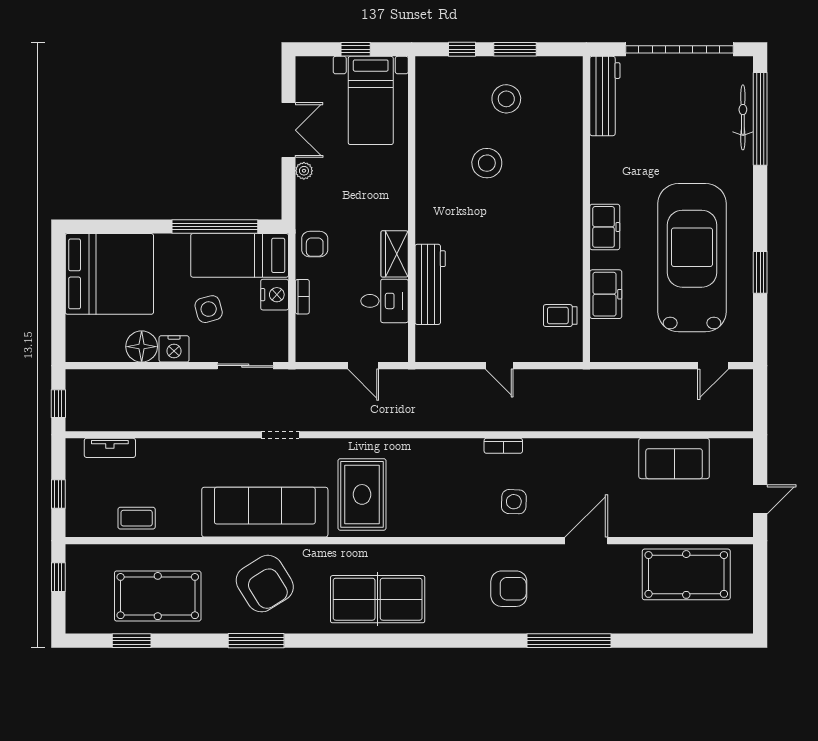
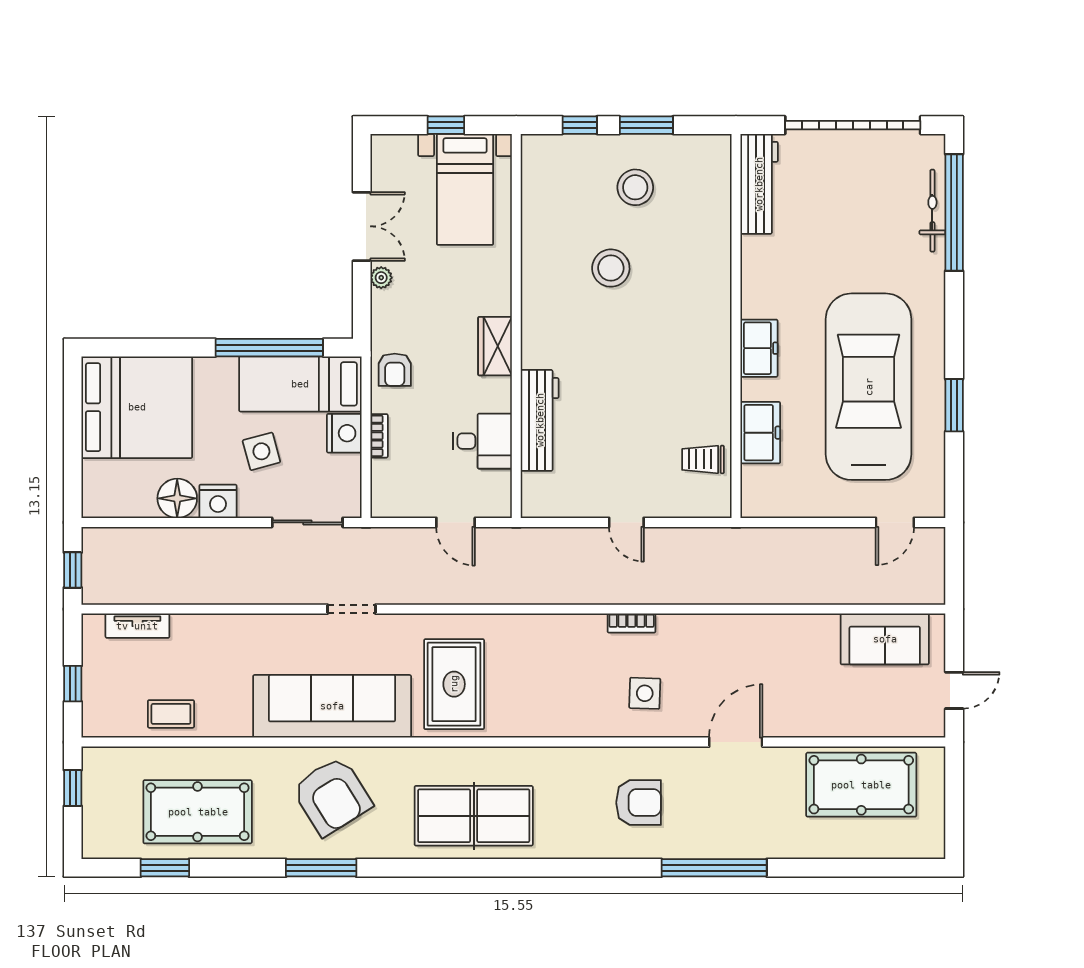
wardrobe: (395, 254) -> (495, 346), moved
sofa: (674, 458) -> (885, 639), moved

